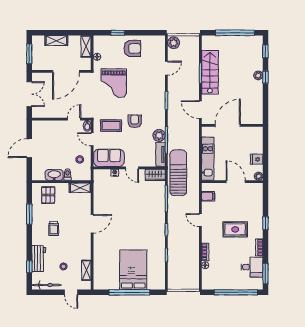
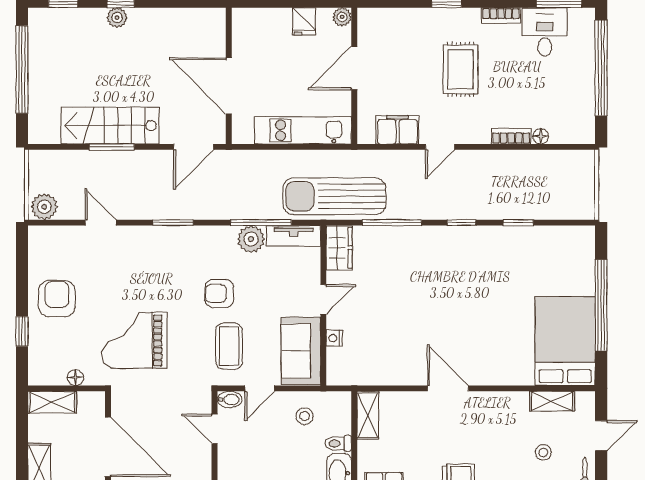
grand piano: (114, 83) -> (134, 340), turned 180
filing cabinet: (208, 196) -> (397, 130), width x2.00
bed: (133, 270) -> (565, 341), moved, turned 90

